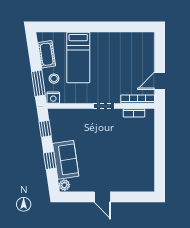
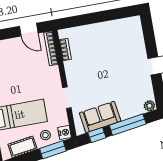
doorway: (104, 106) -> (67, 98), moved
sofa: (66, 160) -> (100, 117), moved
window: (50, 161) -> (128, 125), width x2.17

